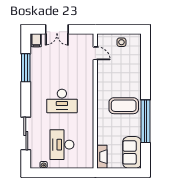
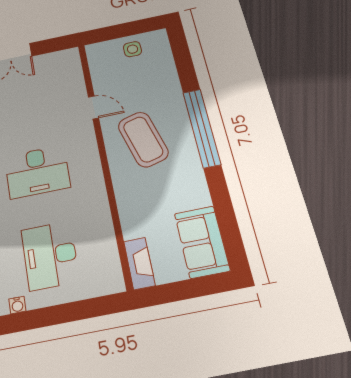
door: (95, 53) -> (93, 107), moved
coffee table: (124, 106) -> (143, 139), moved, turned 75
window: (145, 121) -> (202, 128), moved

